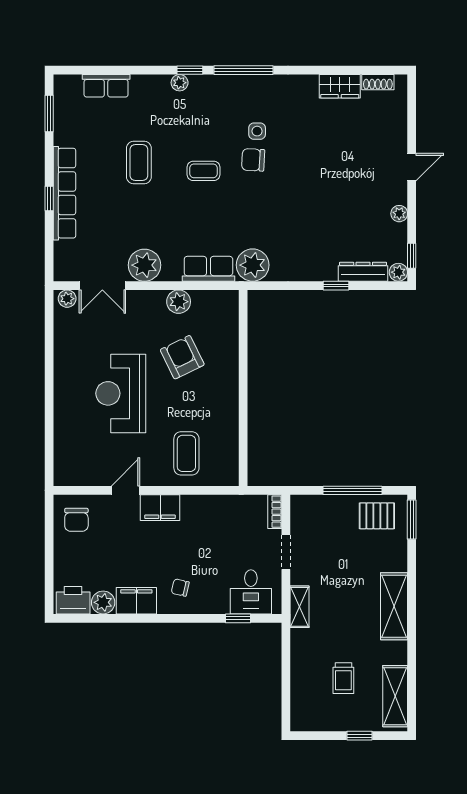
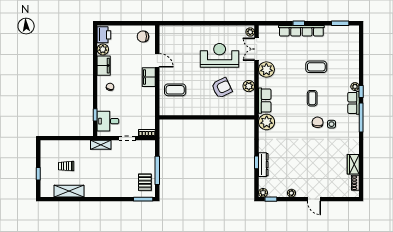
row of seats: (106, 86) -> (353, 103), moved
dresser: (363, 272) -> (263, 165), moved
reception desk: (121, 393) -> (220, 55), moved
shelving: (394, 606) -> (101, 191), removed
shelving: (395, 696) -> (69, 191), moved

